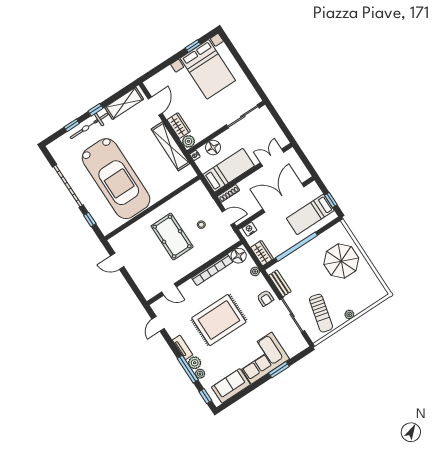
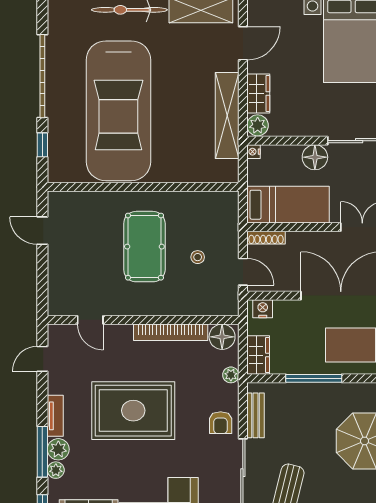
floor lamp: (213, 147) -> (315, 157), moved
window: (297, 247) -> (314, 378), width x0.68

